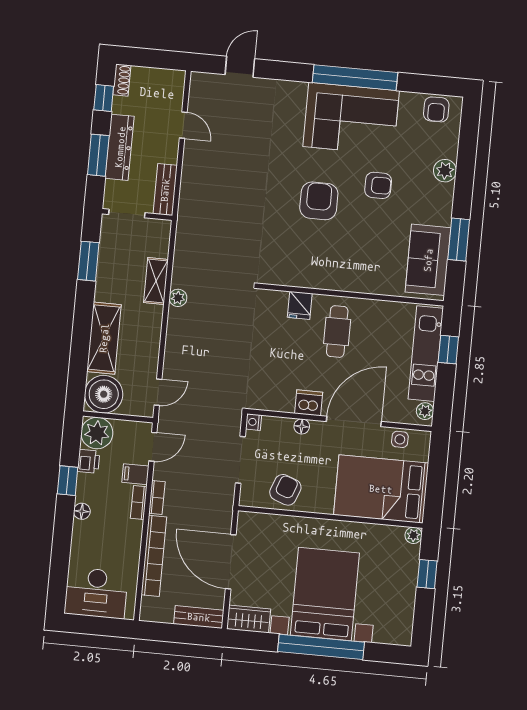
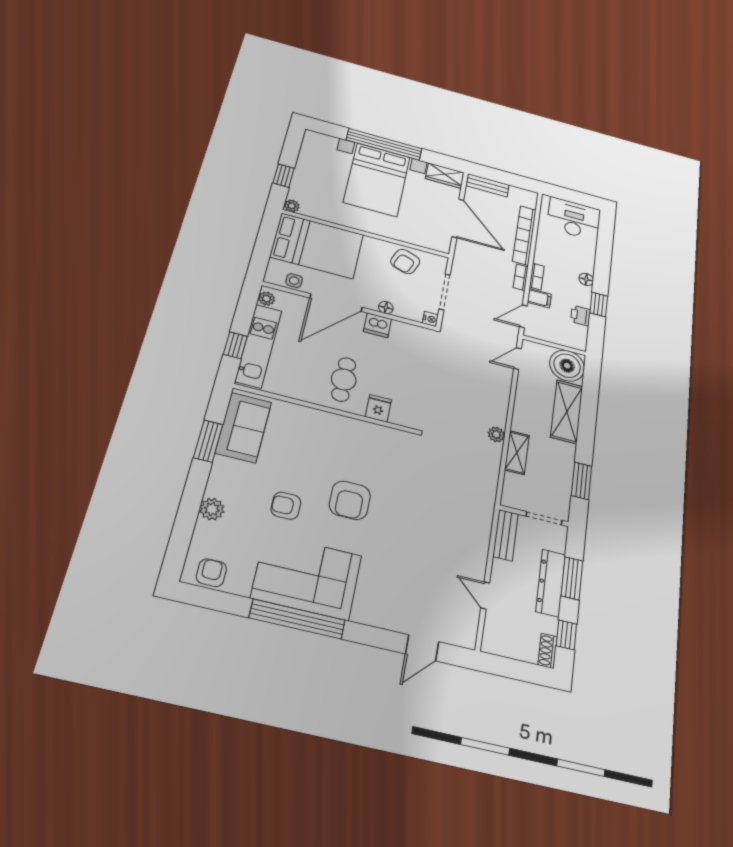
plant: (97, 433) -> (573, 336), removed

